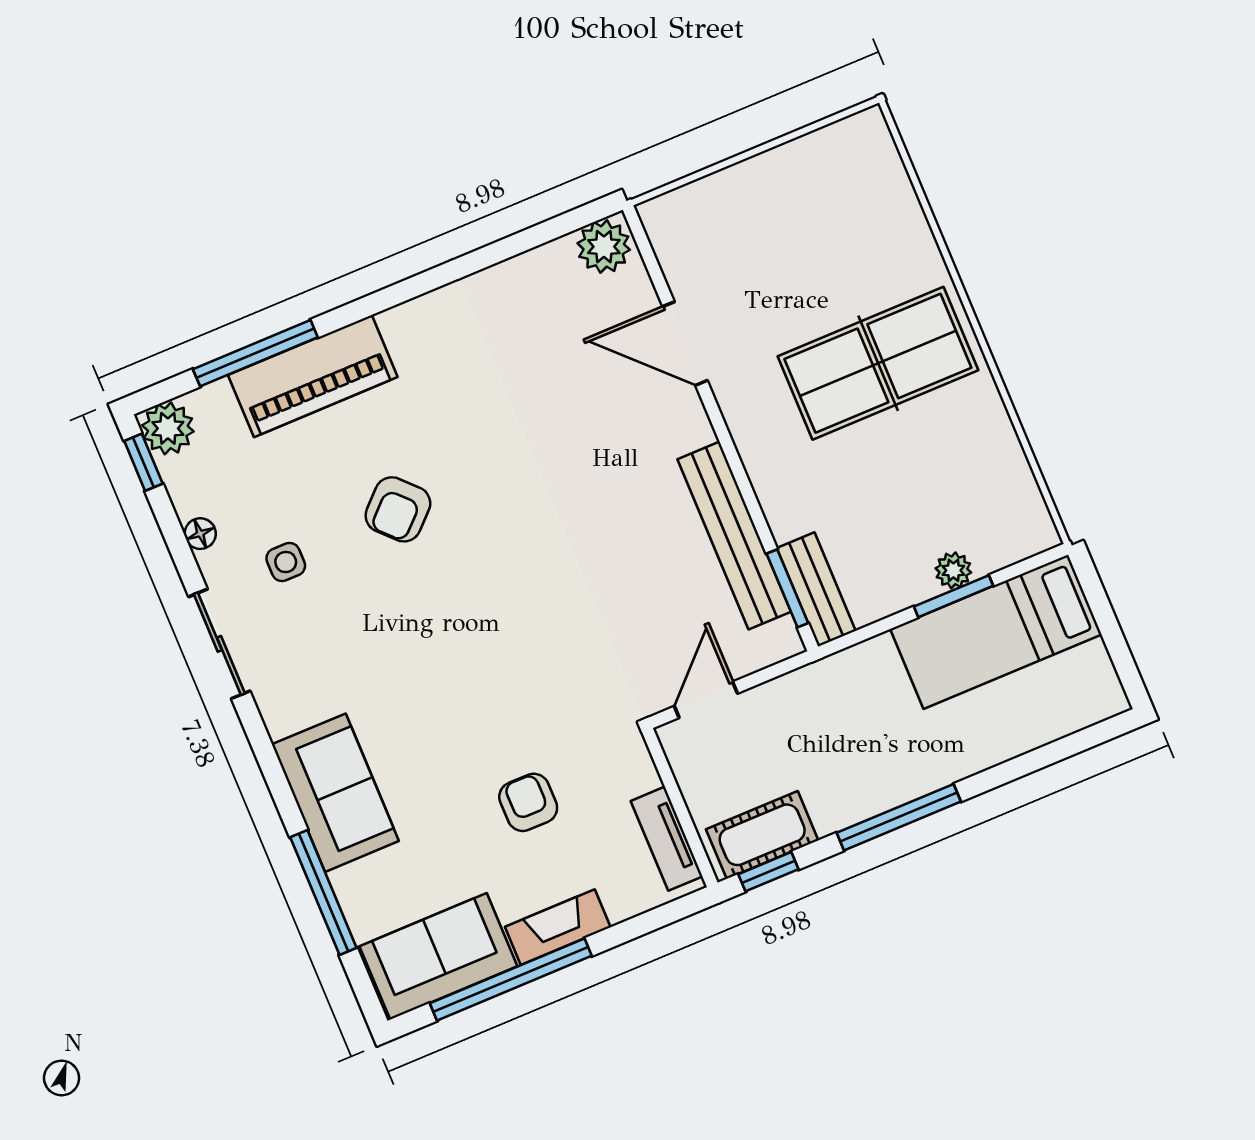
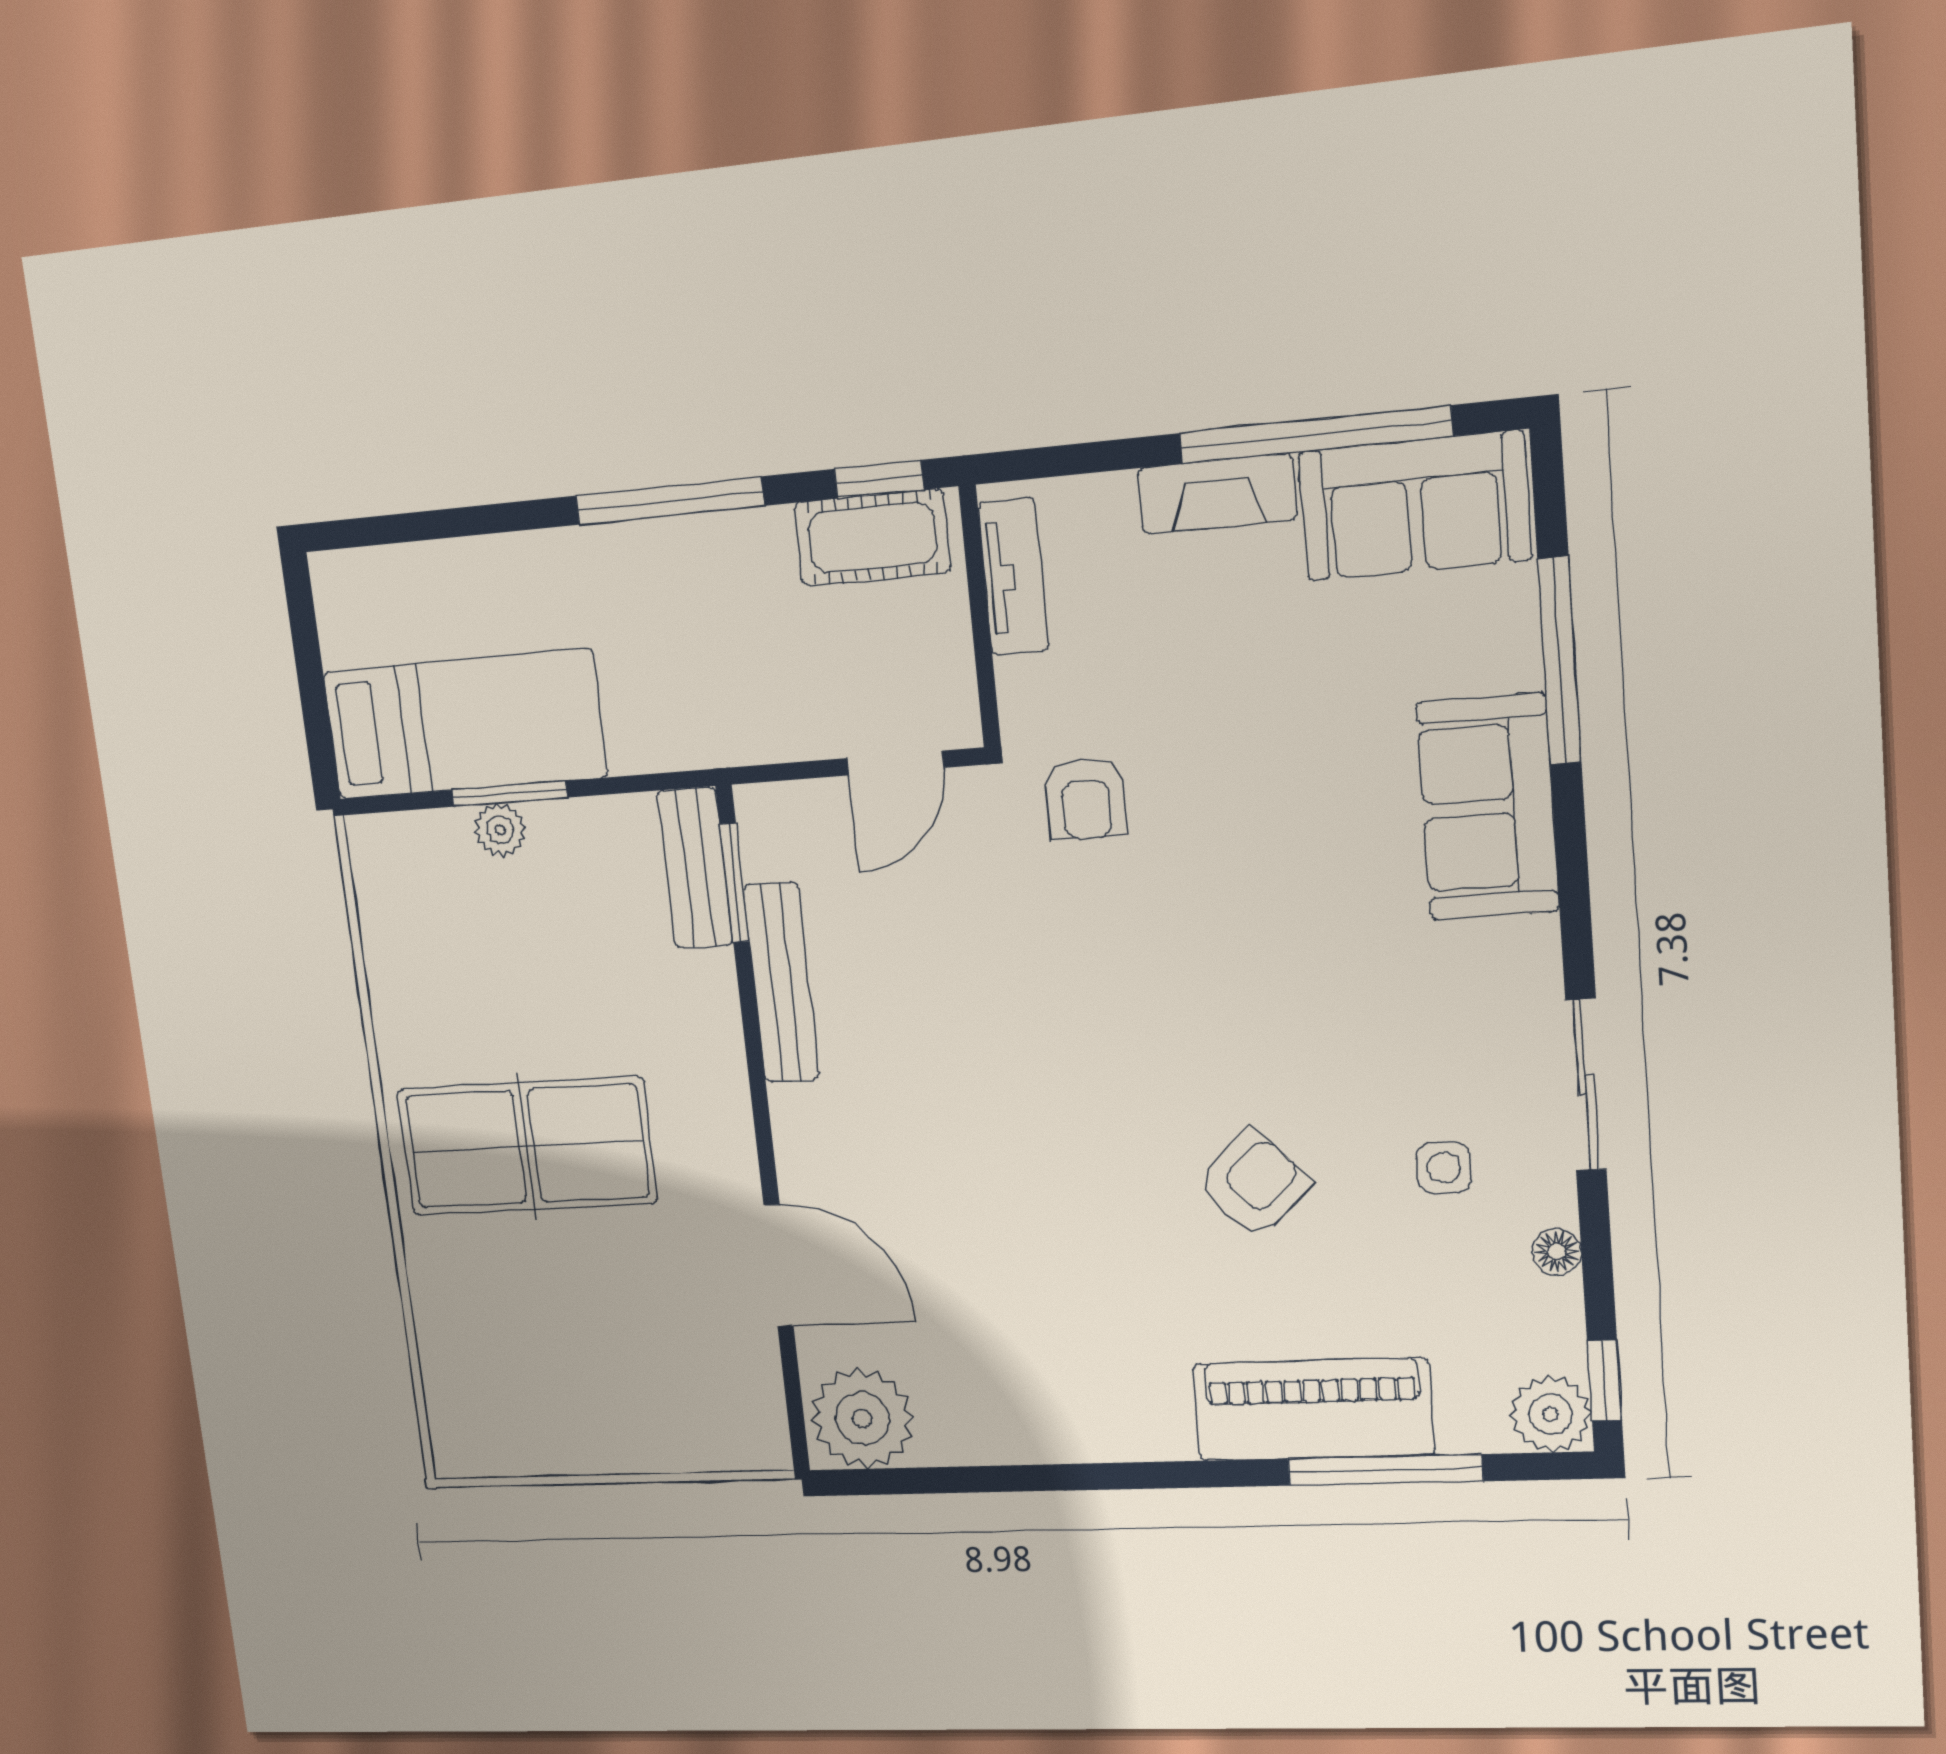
plant: (604, 247) -> (862, 1419), width x1.36, depth x1.36
bench: (734, 536) -> (782, 982), width x0.73, depth x0.82
armchair: (528, 802) -> (1086, 798), moved

